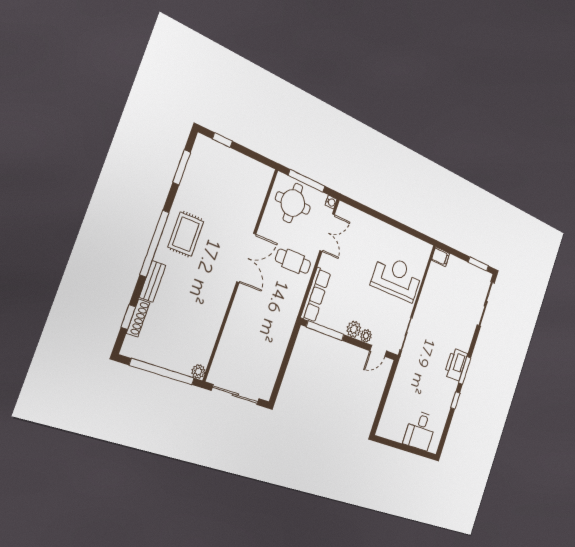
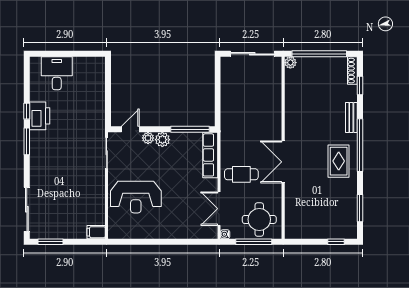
shoe rack: (138, 318) -> (352, 71), moved
printer: (456, 364) -> (40, 116), moved

